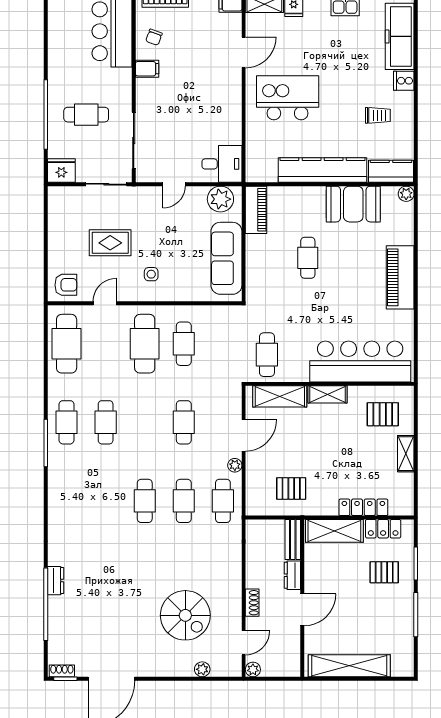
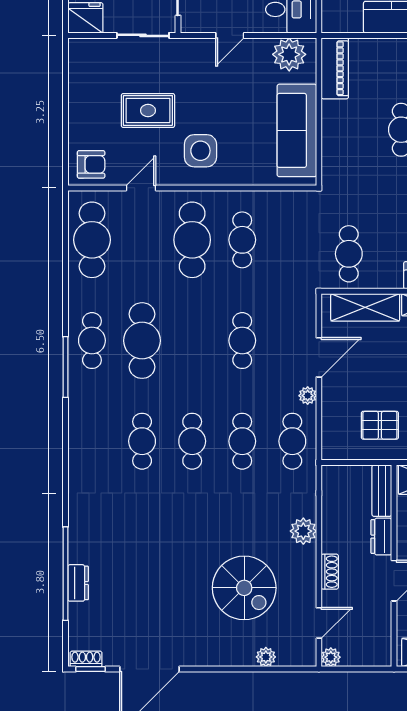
side table: (151, 274) -> (200, 151), width x1.87, depth x1.87
cafe table: (106, 422) -> (142, 341), width x1.37, depth x1.35
cafe table: (106, 501) -> (142, 441), added
plant: (231, 571) -> (303, 531), added
dresser: (56, 581) -> (78, 583), moved

